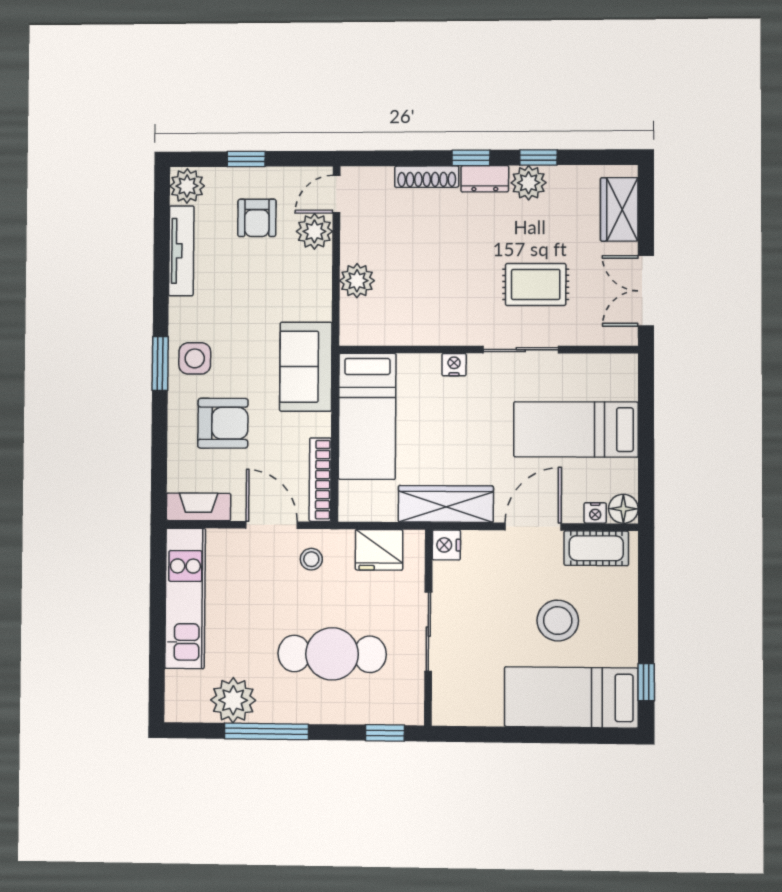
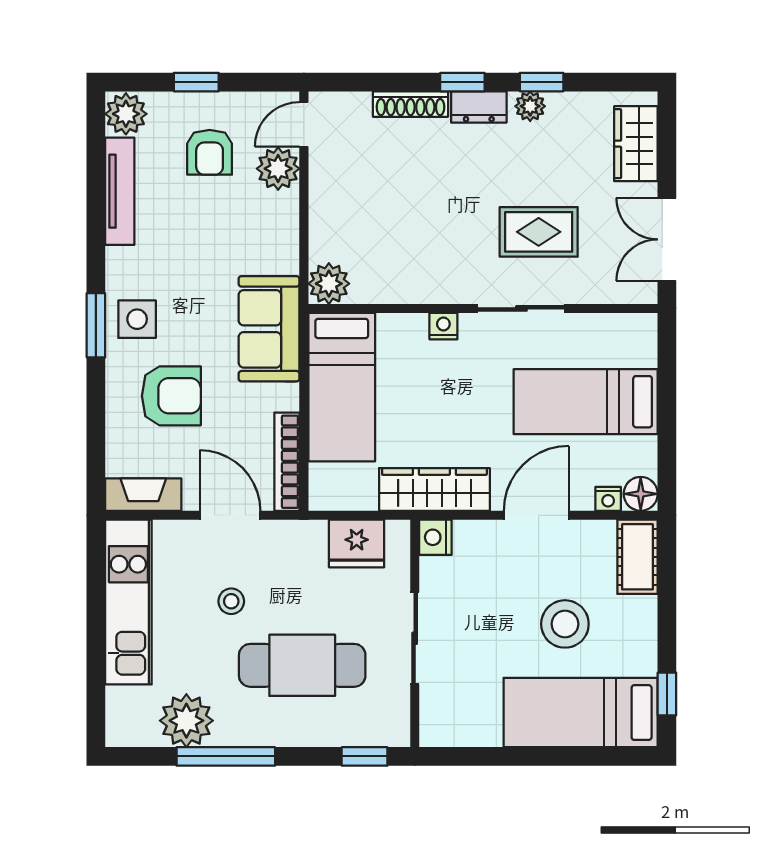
plant: (529, 183) -> (530, 106), width x0.73, depth x0.73
plant: (357, 281) -> (329, 284), moved
cot: (596, 548) -> (638, 557), moved, turned 90
stool: (311, 559) -> (231, 601), moved

